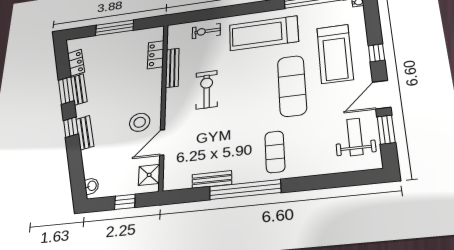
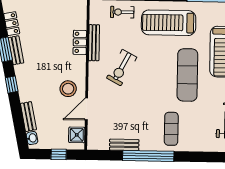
locker: (156, 55) -> (80, 42), moved
exercise bike: (207, 90) -> (122, 68), turned -152
bench: (85, 133) -> (28, 117), moved

